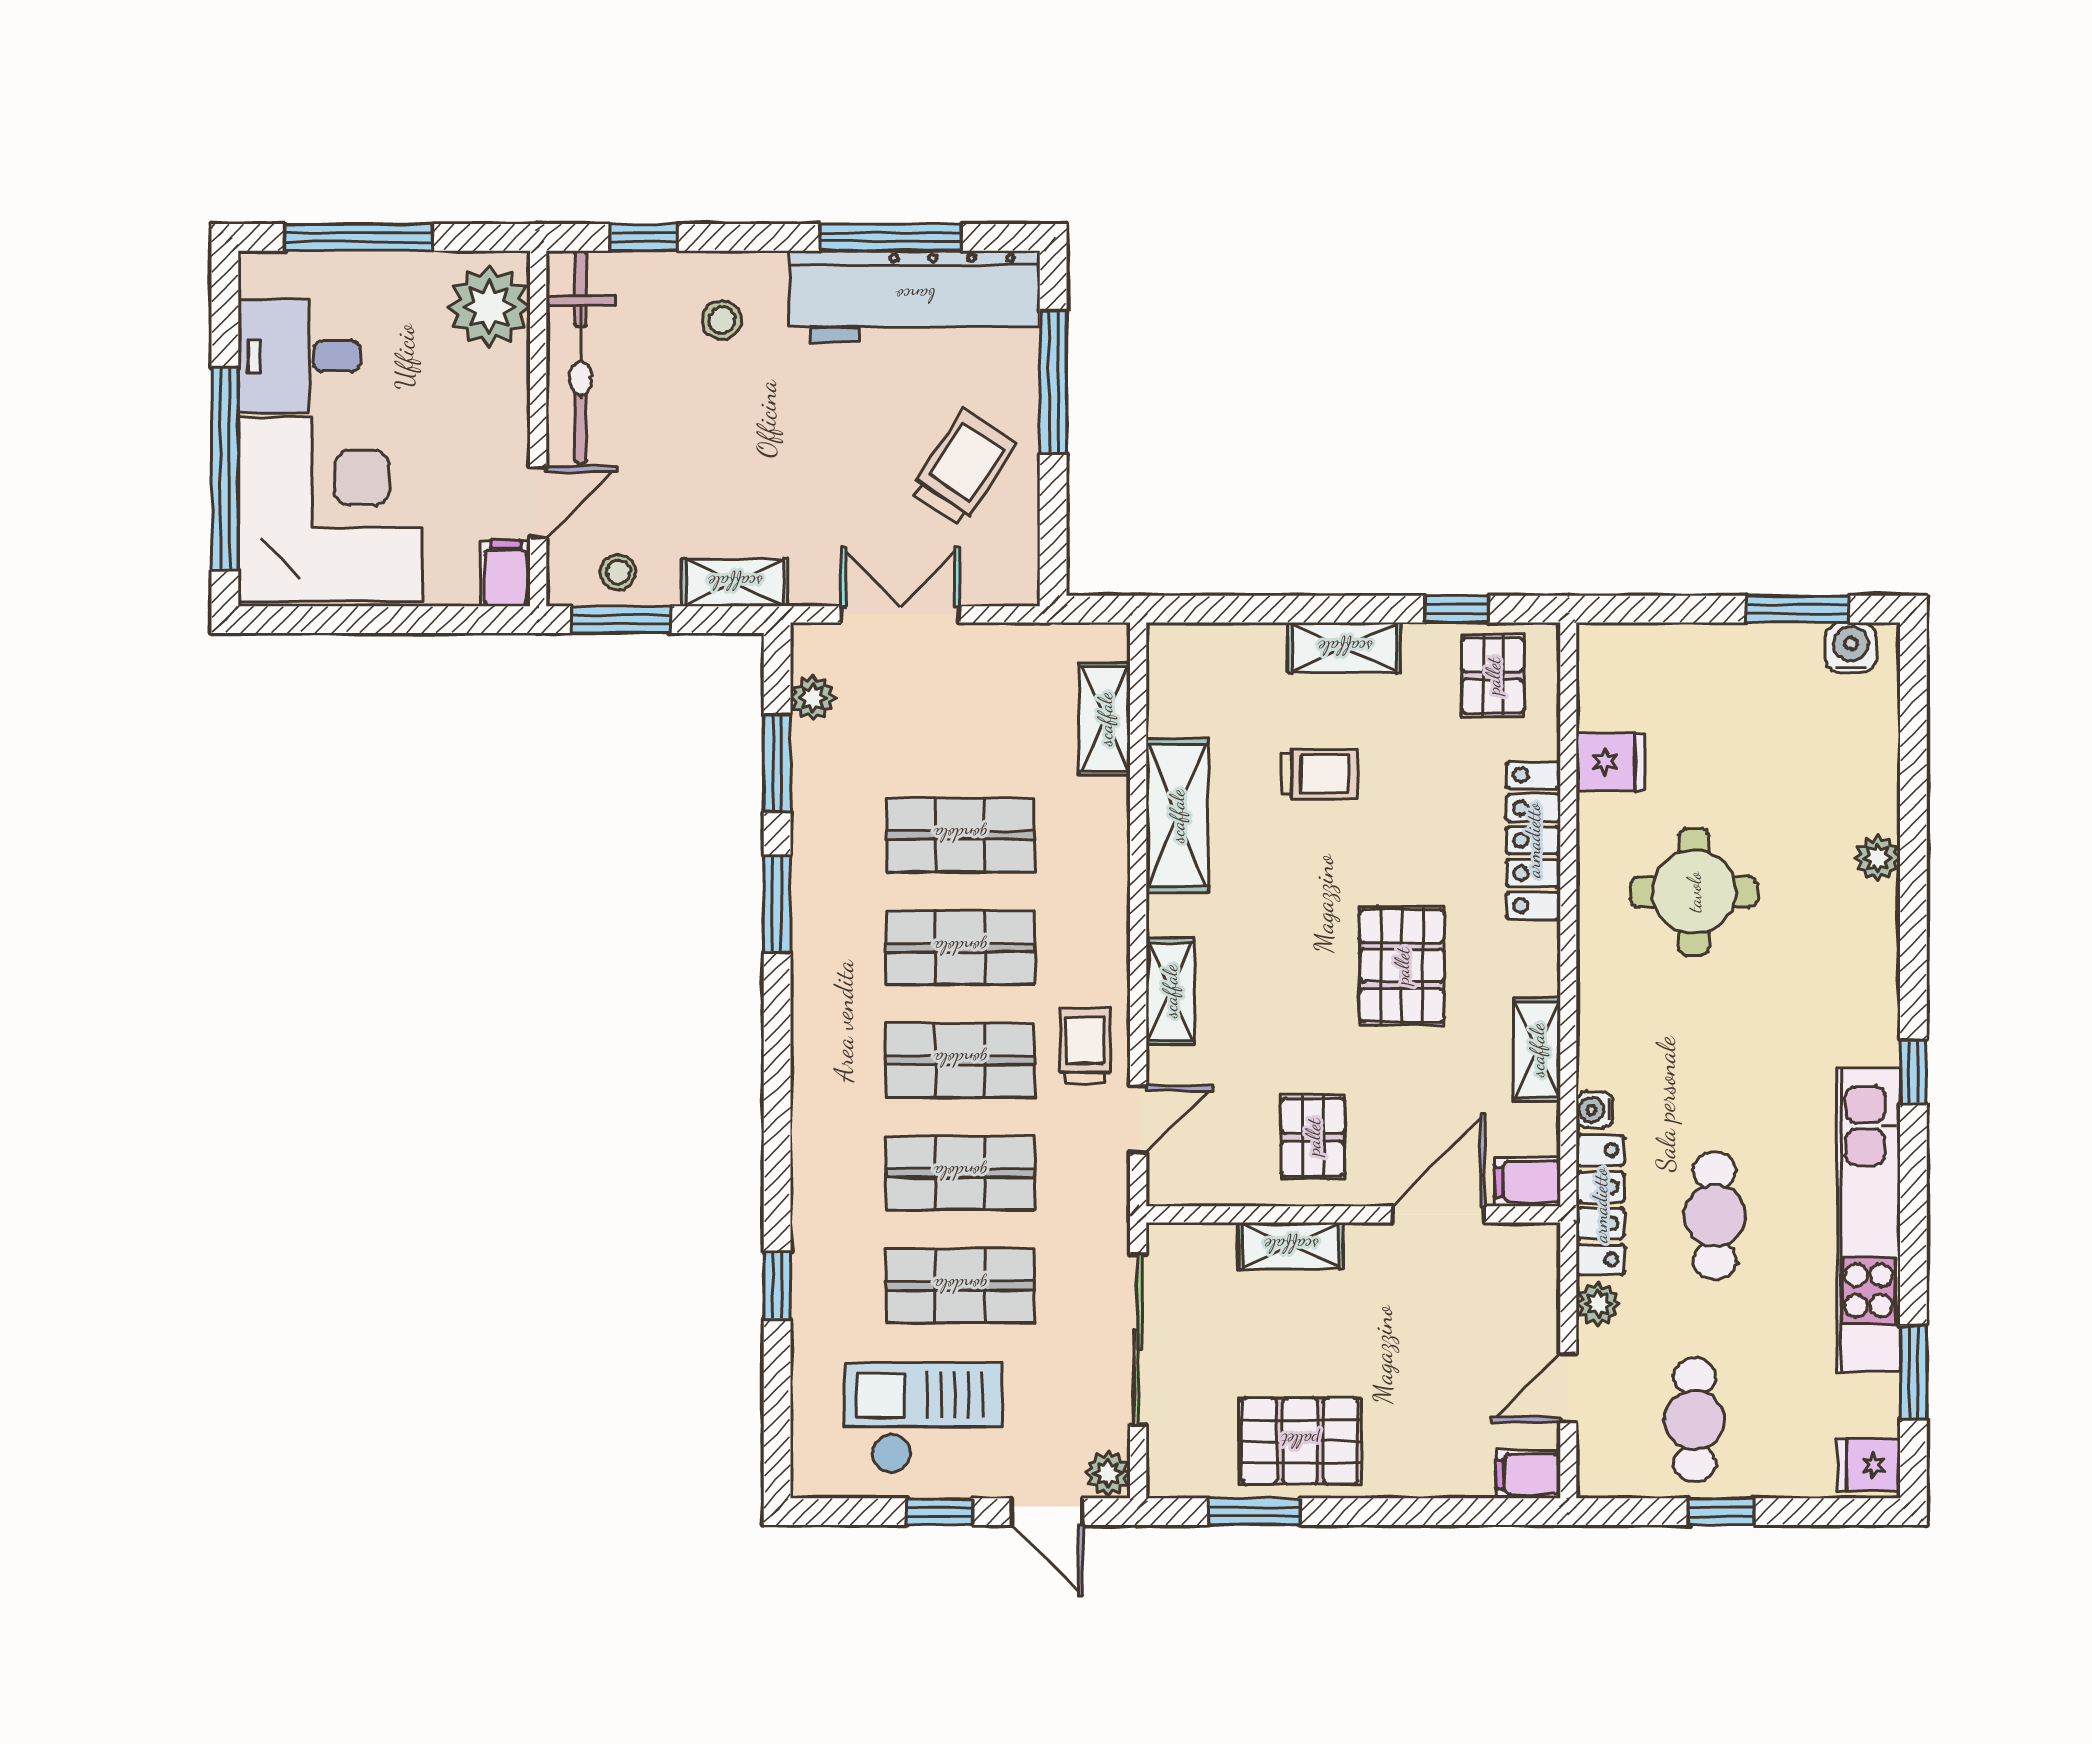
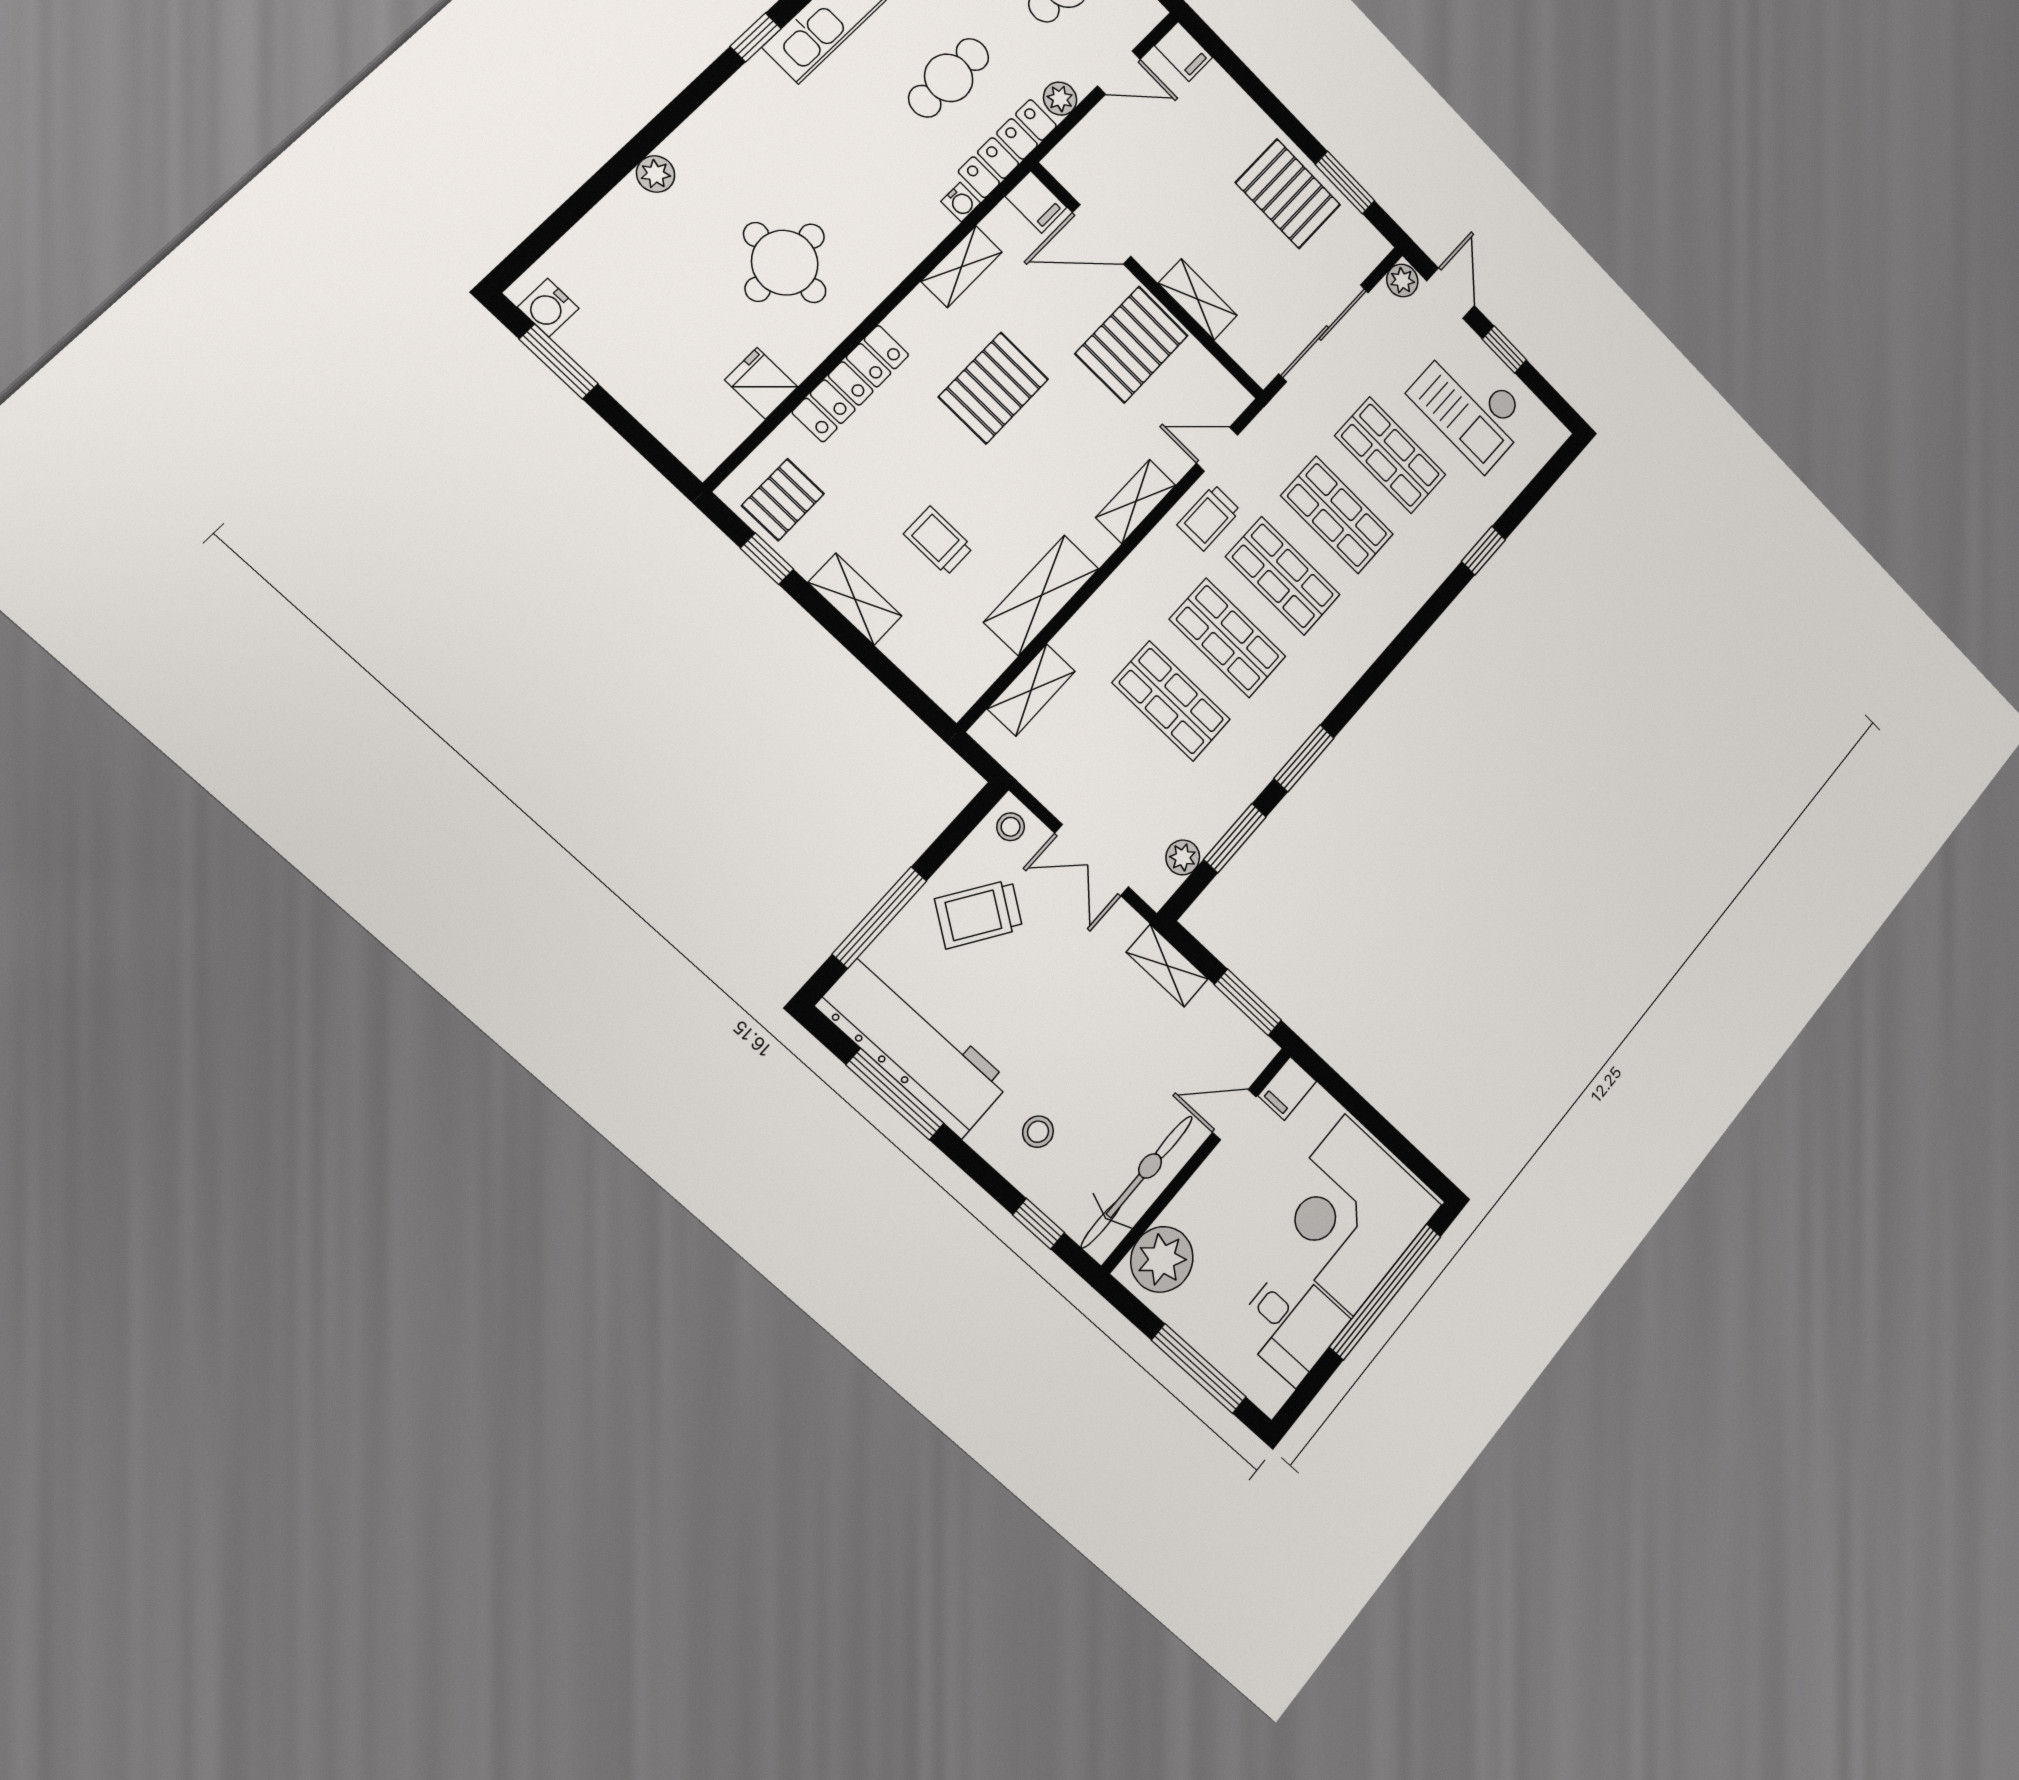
stool: (618, 572) -> (1011, 827), moved
pallet: (1313, 1137) -> (1132, 345), width x1.50, depth x1.42

